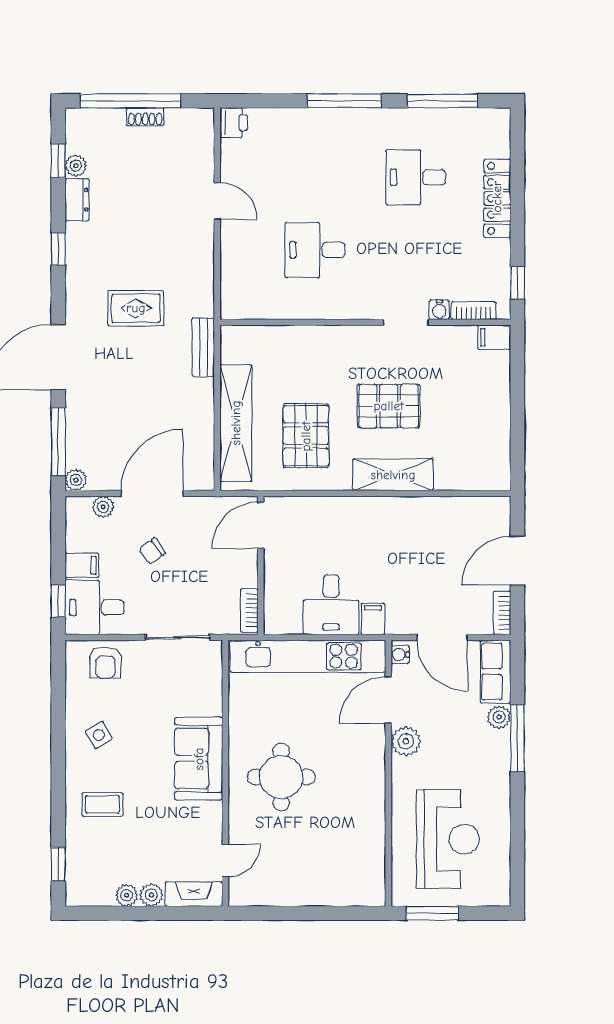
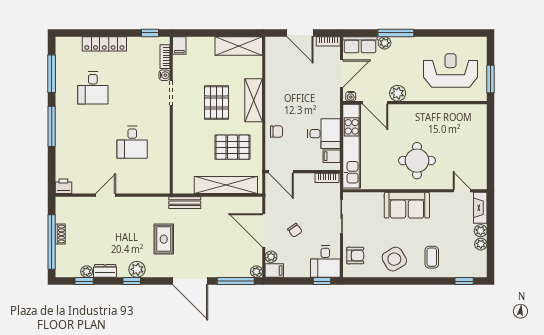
plant: (80, 259) -> (137, 269), added
shelving: (493, 447) -> (239, 46), added
chair: (335, 517) -> (276, 132), added
filing cabinet: (82, 565) -> (274, 271), moved, turned 90
filing cabinet: (373, 619) -> (332, 156), moved
side table: (99, 735) -> (394, 259), width x1.87, depth x1.87

